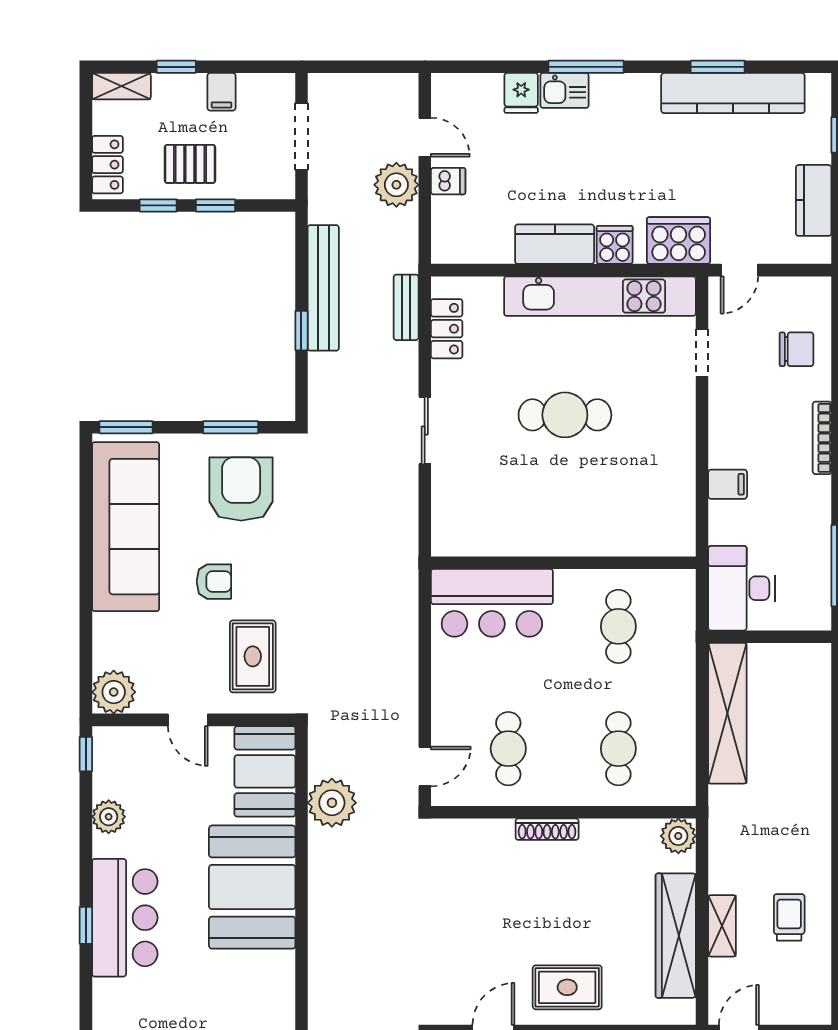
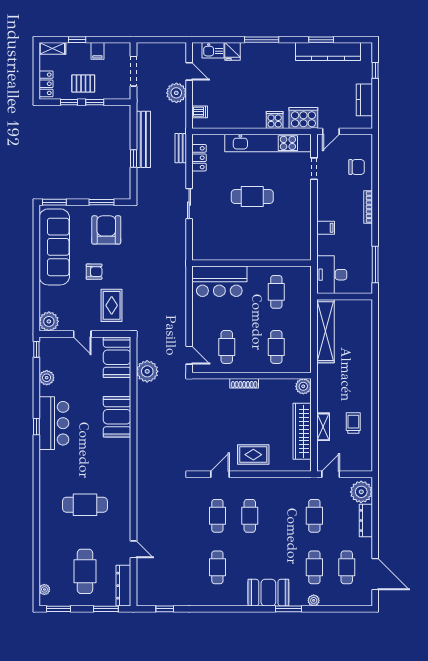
kitchen sink: (565, 90) -> (213, 50), moved
dishwasher: (448, 181) -> (200, 112), moved
kitchen counter: (555, 244) -> (248, 120), removed
door: (425, 767) -> (189, 355), hinge flipped
booth: (252, 887) -> (117, 417), width x0.73, depth x0.70

